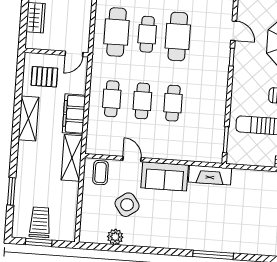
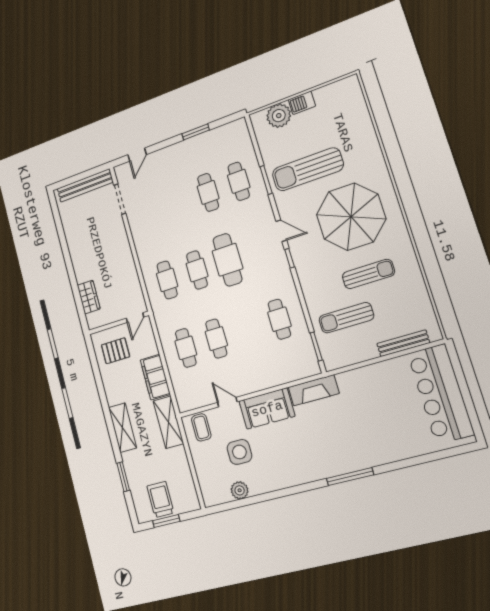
cafe table: (117, 32) -> (167, 280), width x0.73, depth x0.74
cafe table: (173, 103) -> (279, 319), moved
shelving: (29, 118) -> (123, 428), moved
side table: (127, 205) -> (239, 452), turned 36

